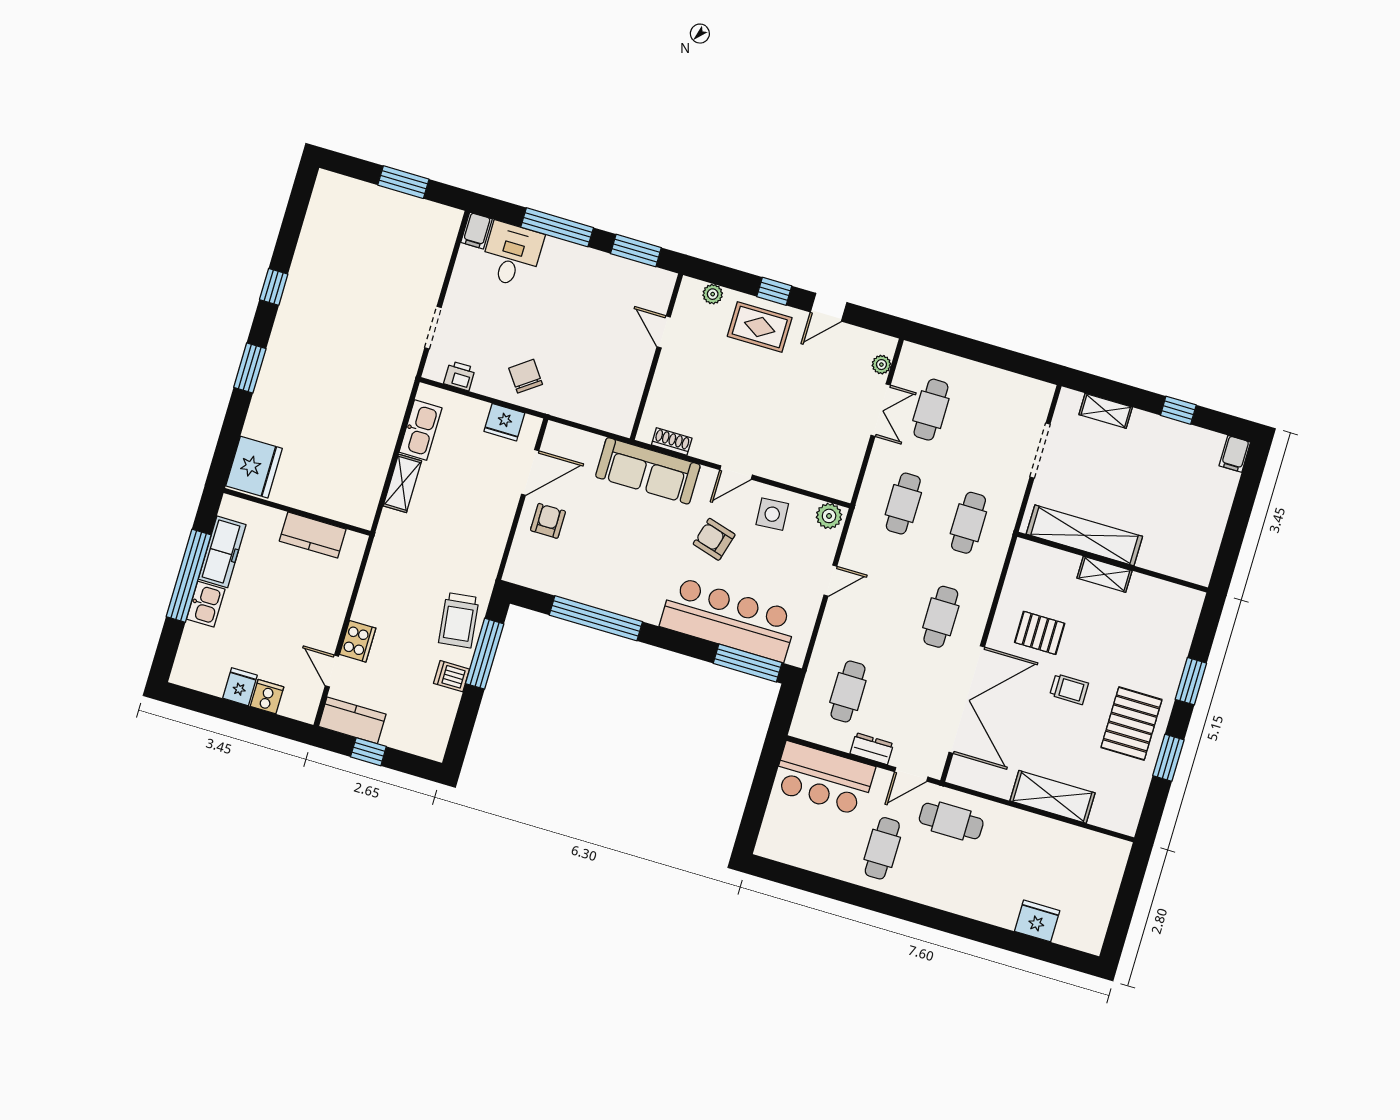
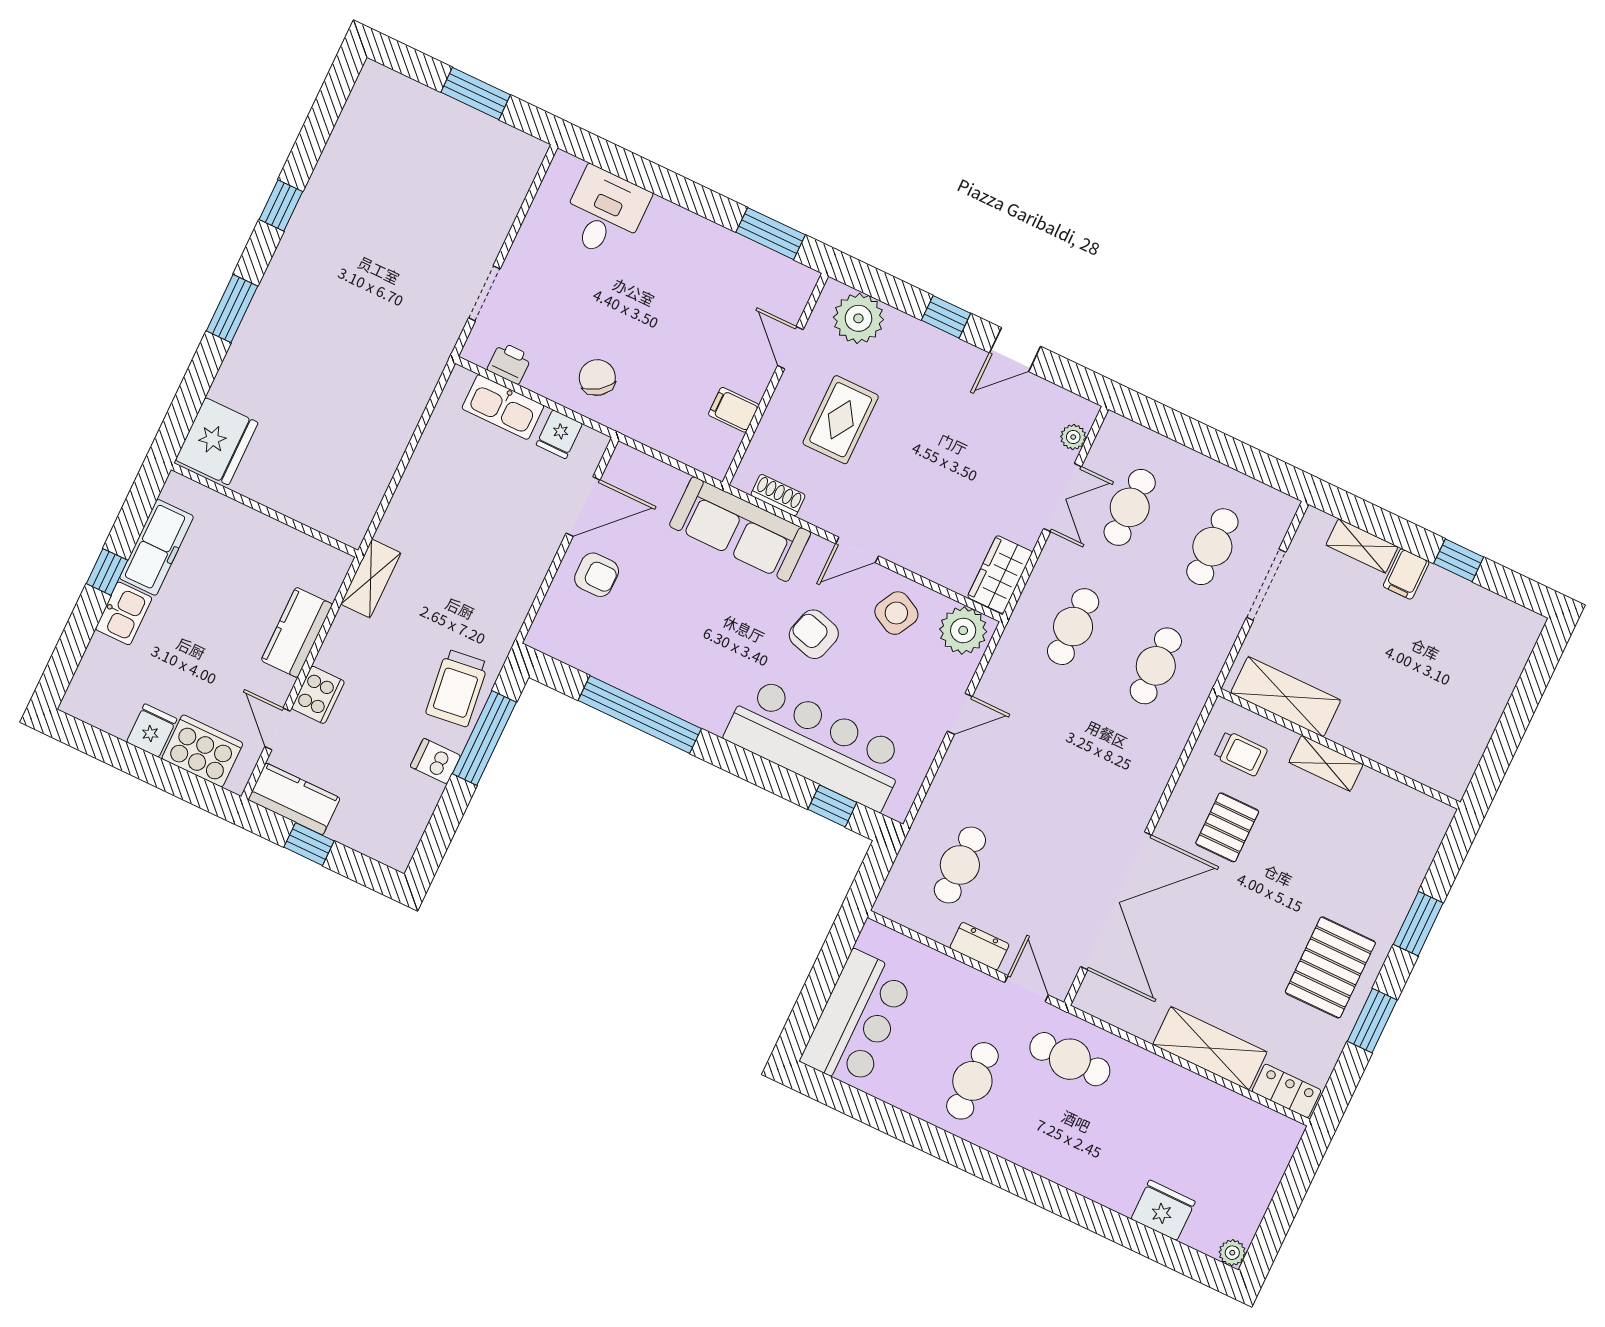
window: (557, 227) -> (671, 186), removed
filing cabinet: (477, 231) -> (734, 410), moved, turned 90
plant: (713, 294) -> (858, 318), width x1.88, depth x1.88
rug: (760, 327) -> (841, 420), moved, turned 90
fridge: (504, 422) -> (559, 434), width x0.72
kitchen sink: (421, 430) -> (503, 407), moved, turned 90
filing cabinet: (1235, 454) -> (1406, 574), moved
wardrobe: (844, 474) -> (1000, 574), added
shelving: (402, 483) -> (371, 578), moved
side table: (772, 514) -> (896, 613), turned 32
plant: (829, 516) -> (963, 630), width x1.36, depth x1.36
armchair: (548, 521) -> (597, 575), turned 90
kitchen counter: (313, 535) -> (297, 632), moved, turned 90
shelving: (1084, 535) -> (1286, 697), width x0.68
window: (189, 576) -> (107, 572), width x0.32
cafe table: (941, 617) -> (1212, 547), moved
pallet: (1040, 633) -> (1227, 827), turned 90
window: (748, 663) -> (832, 806), width x0.46
trolley: (1069, 689) -> (1241, 753), moved
cooker: (267, 697) -> (202, 751), width x1.87, depth x1.31
door: (911, 774) -> (1027, 989), swing flipped
bar counter: (824, 778) -> (857, 1019), moved, turned -90
locker: (1114, 819) -> (1287, 1091), added
plant: (1093, 944) -> (1232, 1253), added

